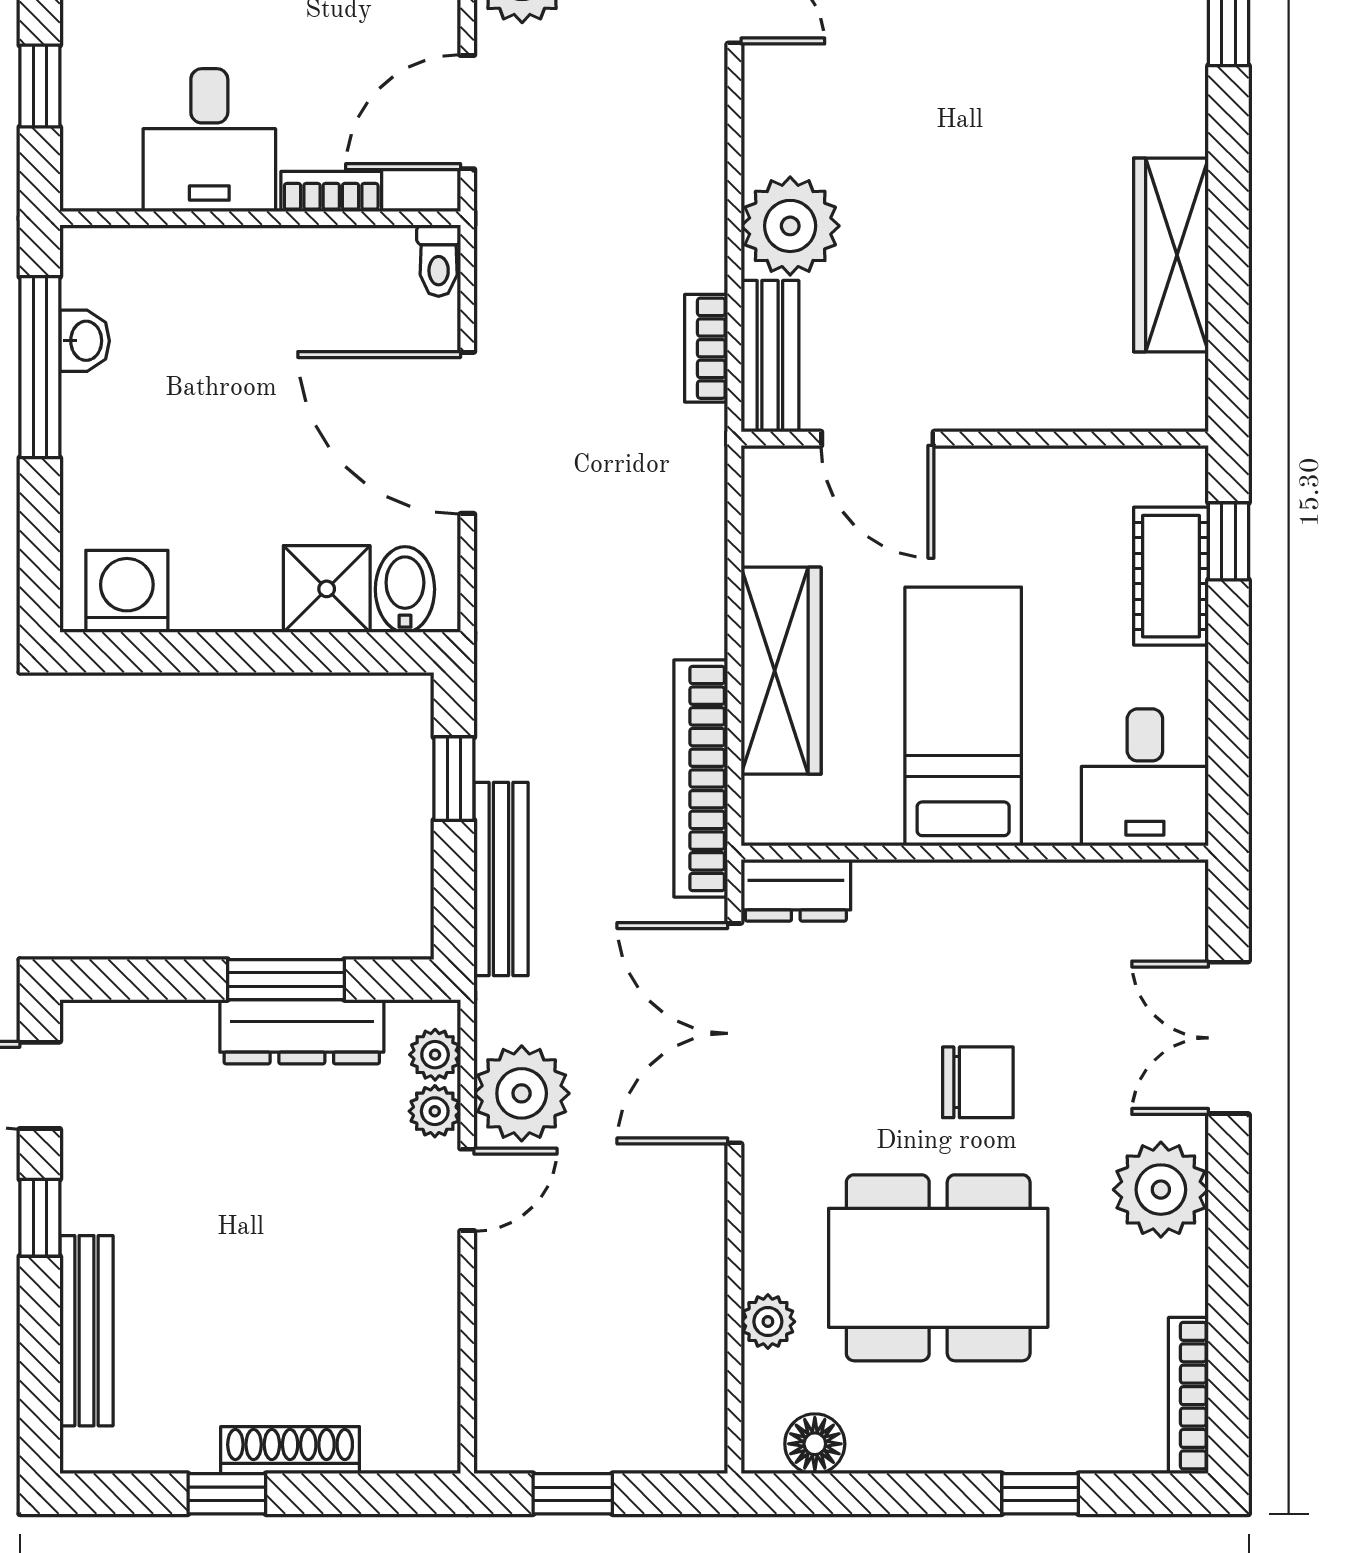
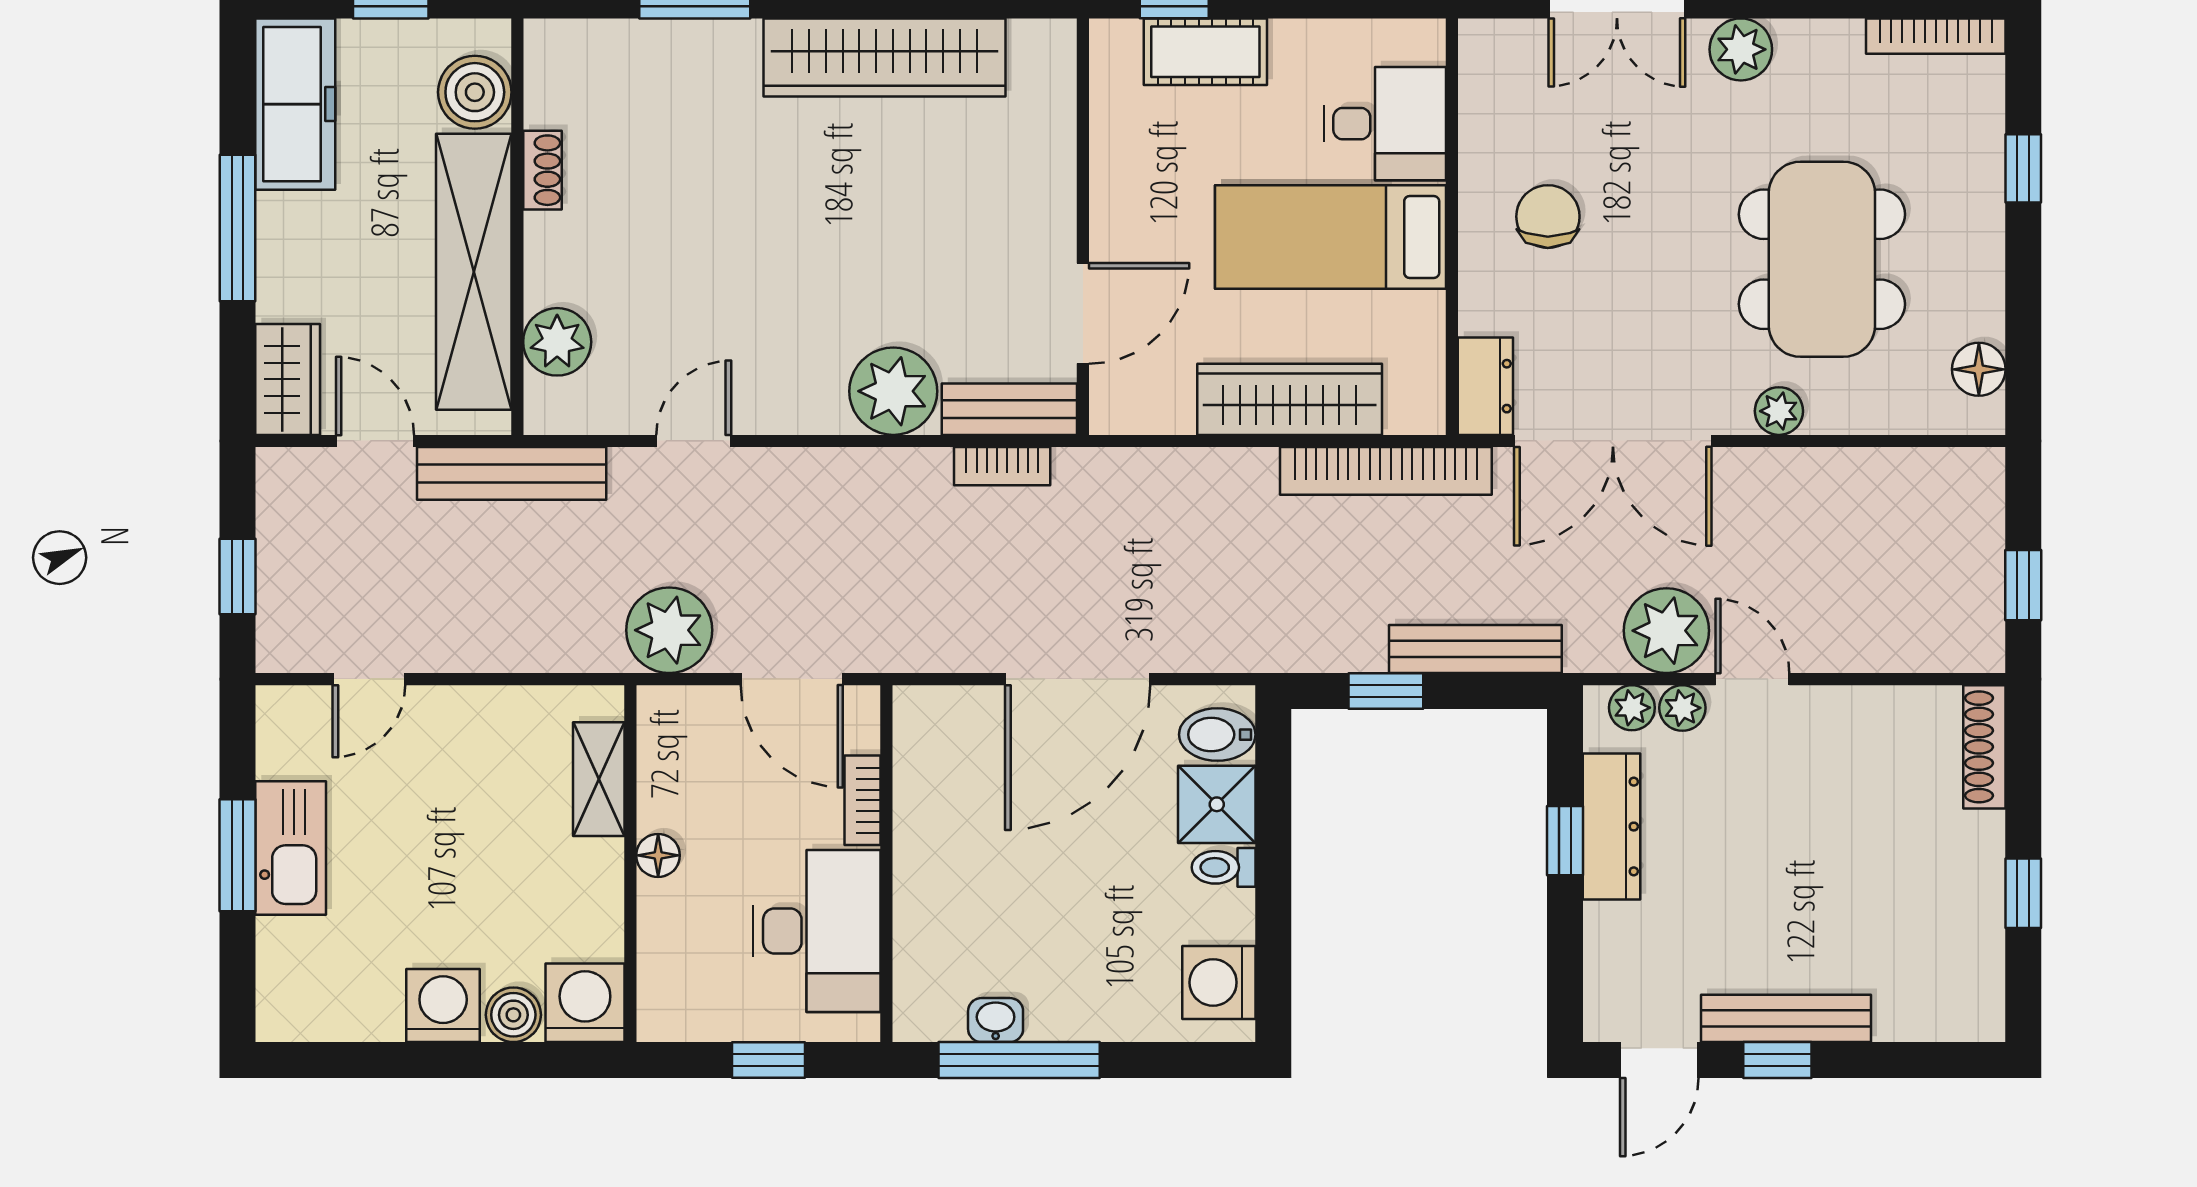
desk: (209, 140) -> (817, 931), width x1.37
wardrobe: (1171, 255) -> (885, 57), width x1.40, depth x1.17
toilet: (439, 261) -> (1224, 867), moved, turned 180
desk: (1145, 777) -> (1385, 124), moved
window: (286, 980) -> (1565, 841), width x0.67
chair: (978, 1082) -> (1548, 217), moved
plant: (1161, 1190) -> (1741, 49), width x0.73, depth x0.73
plant: (768, 1322) -> (1779, 411), moved
bench: (86, 1331) -> (1786, 1018), moved
shoe rack: (290, 1450) -> (1984, 747), moved

